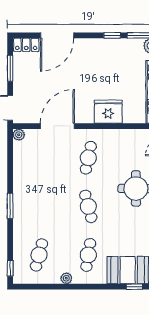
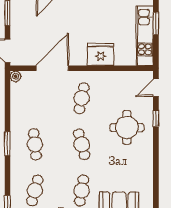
cafe table: (39, 206) -> (35, 144), added

